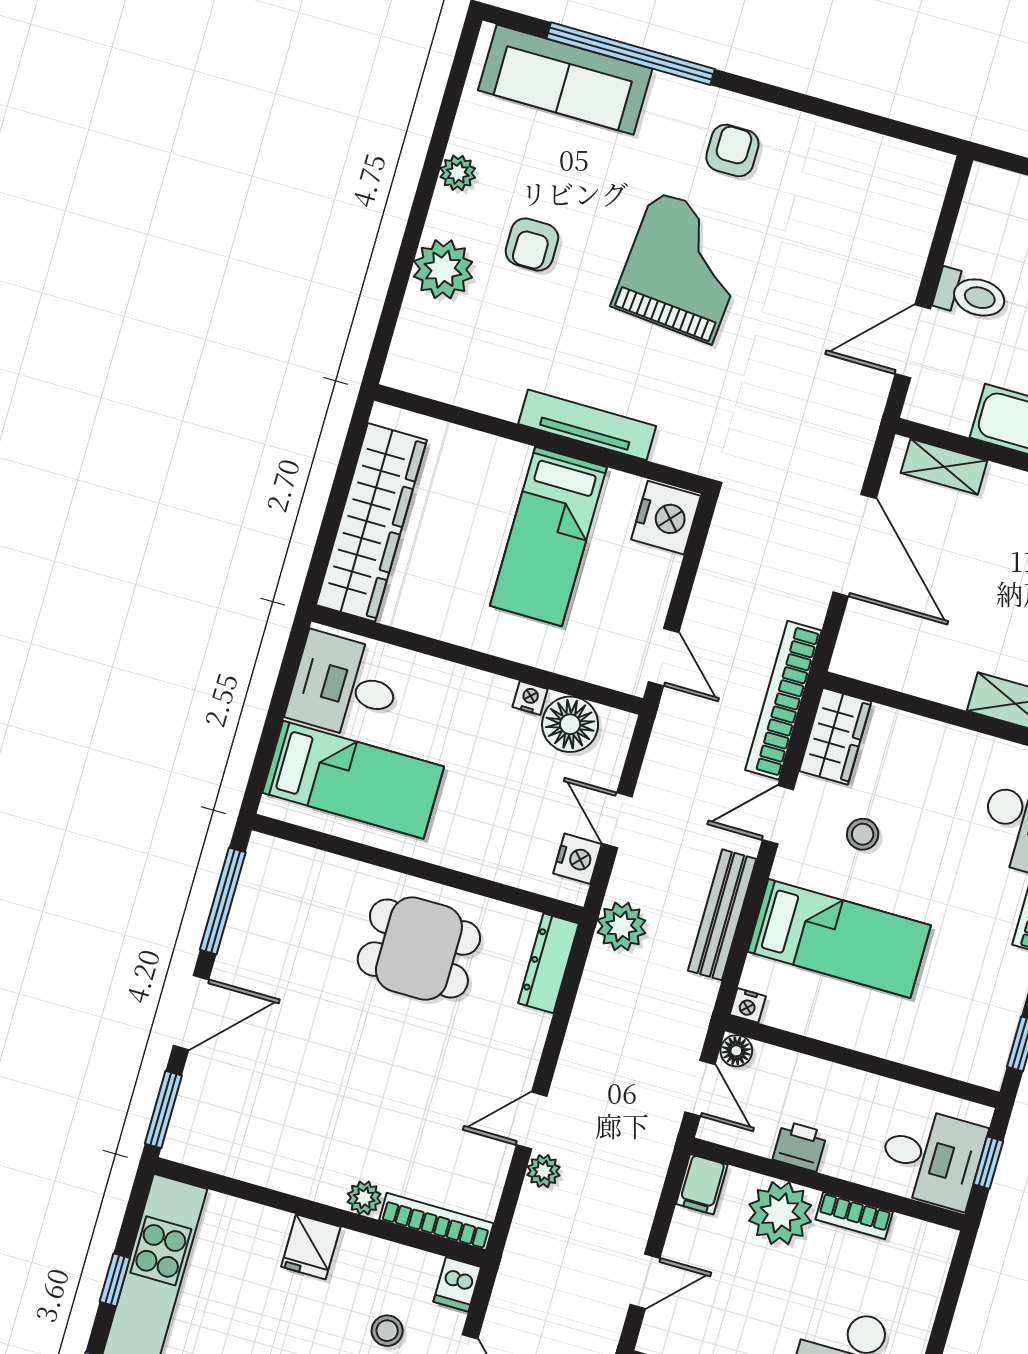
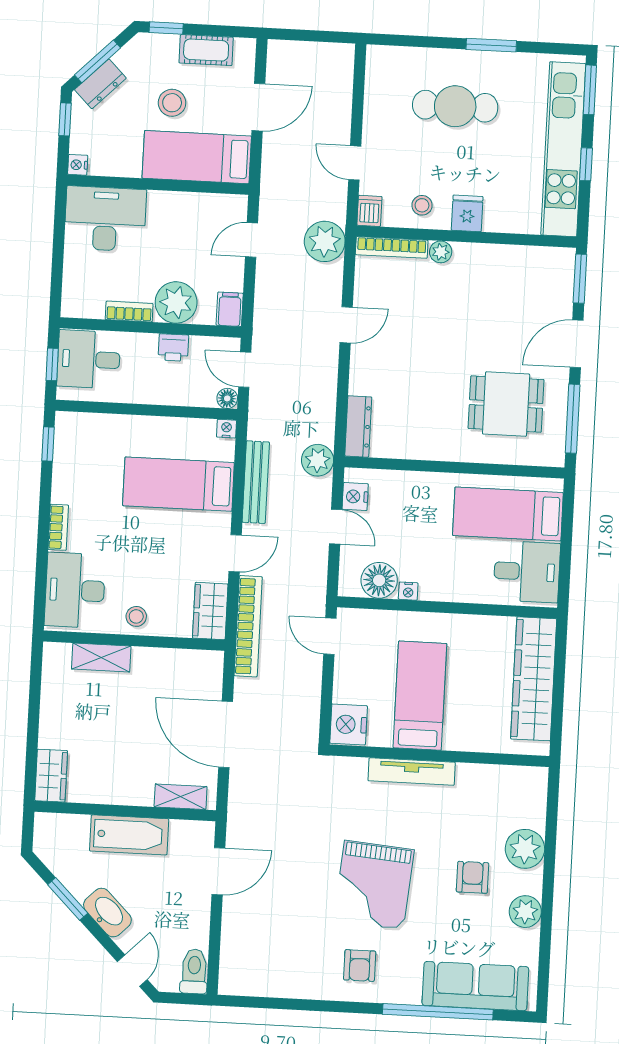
plant: (458, 173) -> (525, 912), width x1.38, depth x1.38
toilet: (971, 295) -> (194, 971), moved, turned 90
stool: (863, 834) -> (136, 616), moved
dining table: (419, 949) -> (506, 404), moved
plant: (544, 1171) -> (325, 241), moved, width x1.88, depth x1.88
stool: (387, 1331) -> (422, 205), moved

